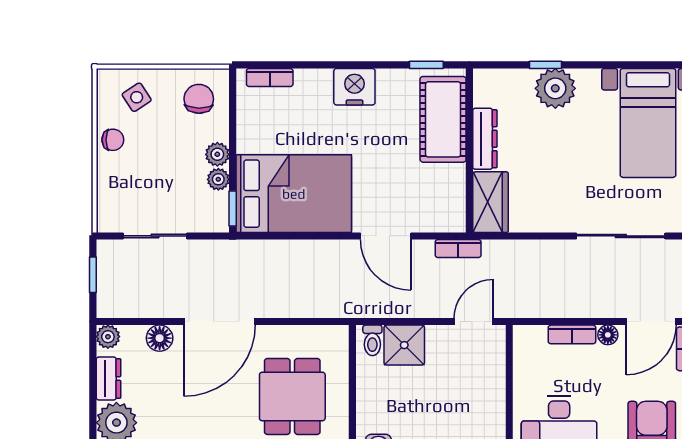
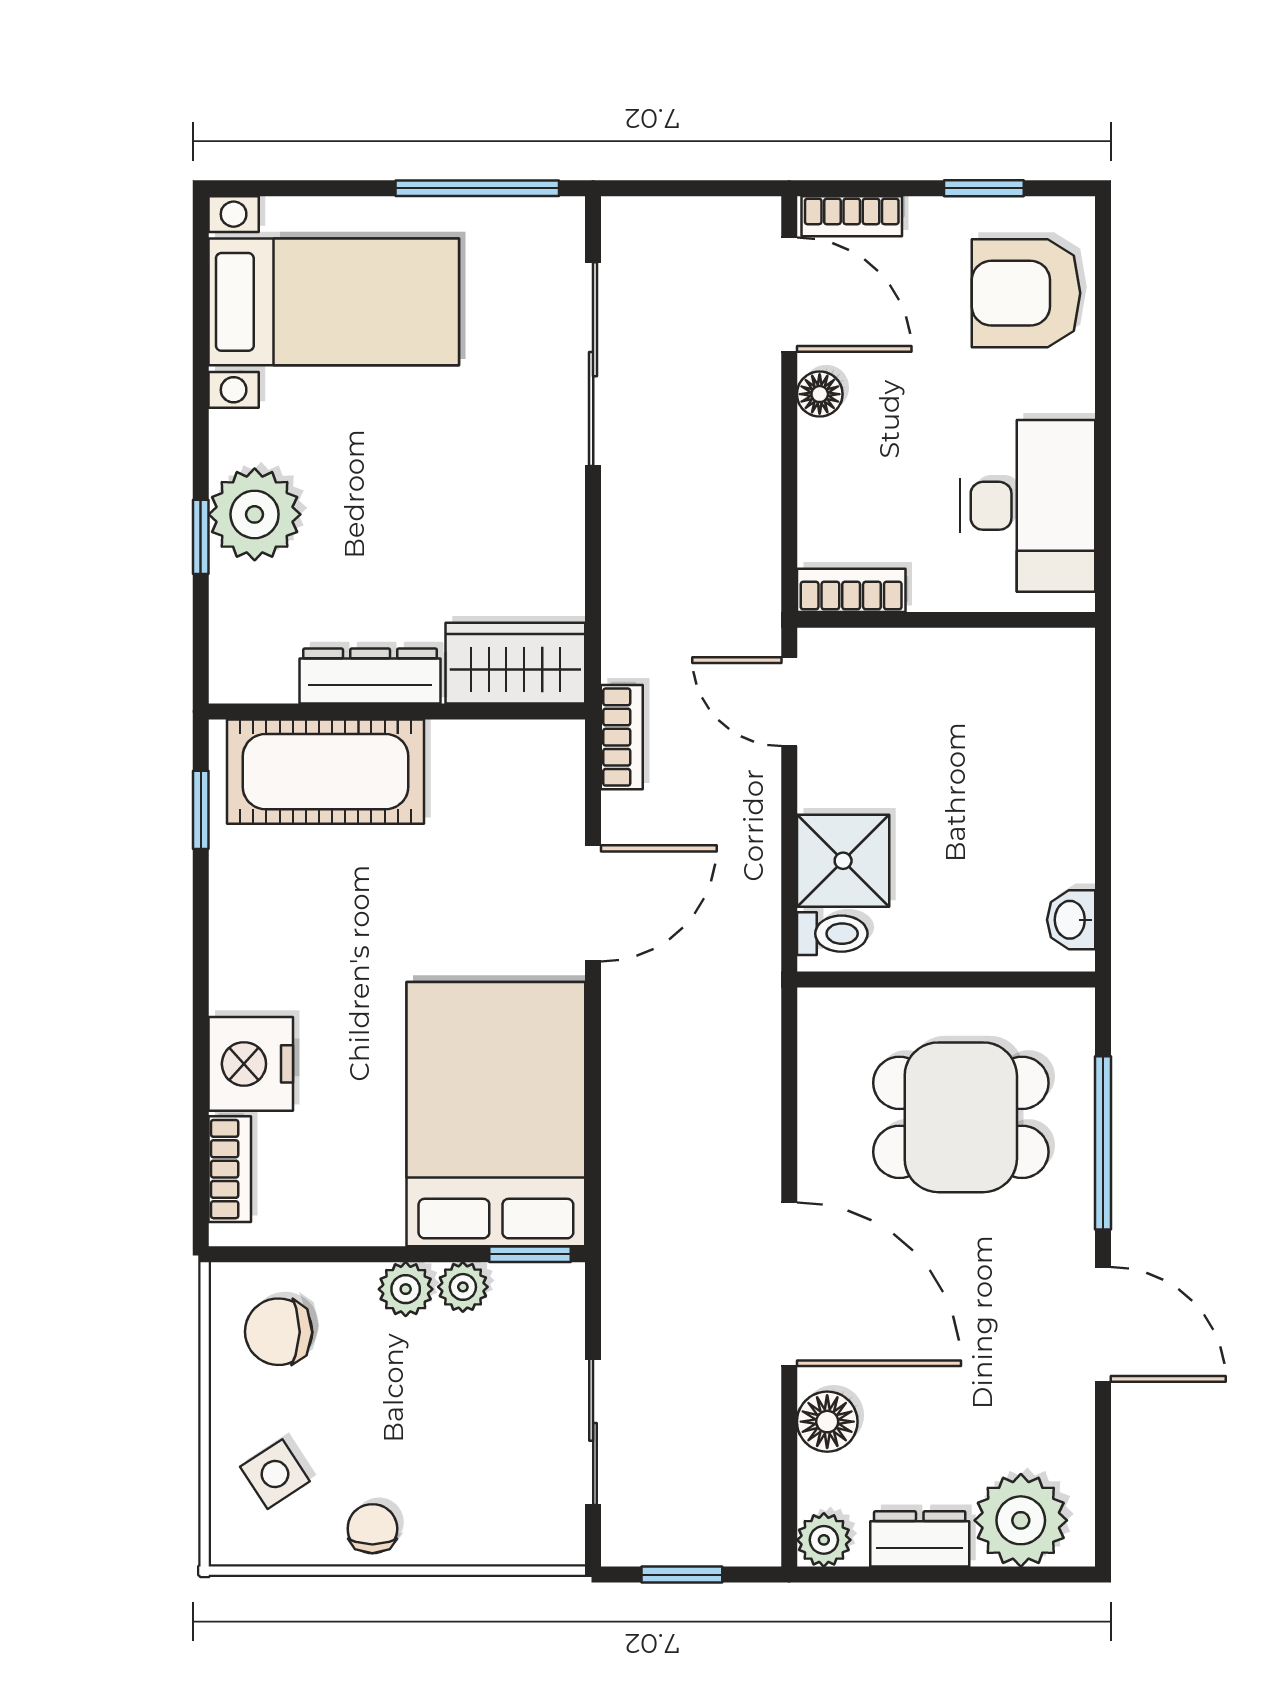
nightstand: (354, 87) -> (251, 1064), moved
bookcase: (572, 334) -> (851, 590), moved, turned -90

